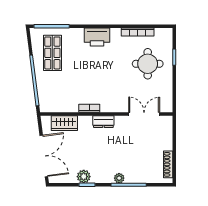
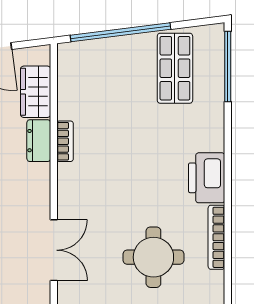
printer: (97, 37) -> (207, 178), moved
shop shelf: (52, 53) -> (175, 68), turned 90
dresser: (103, 122) -> (39, 141), moved

